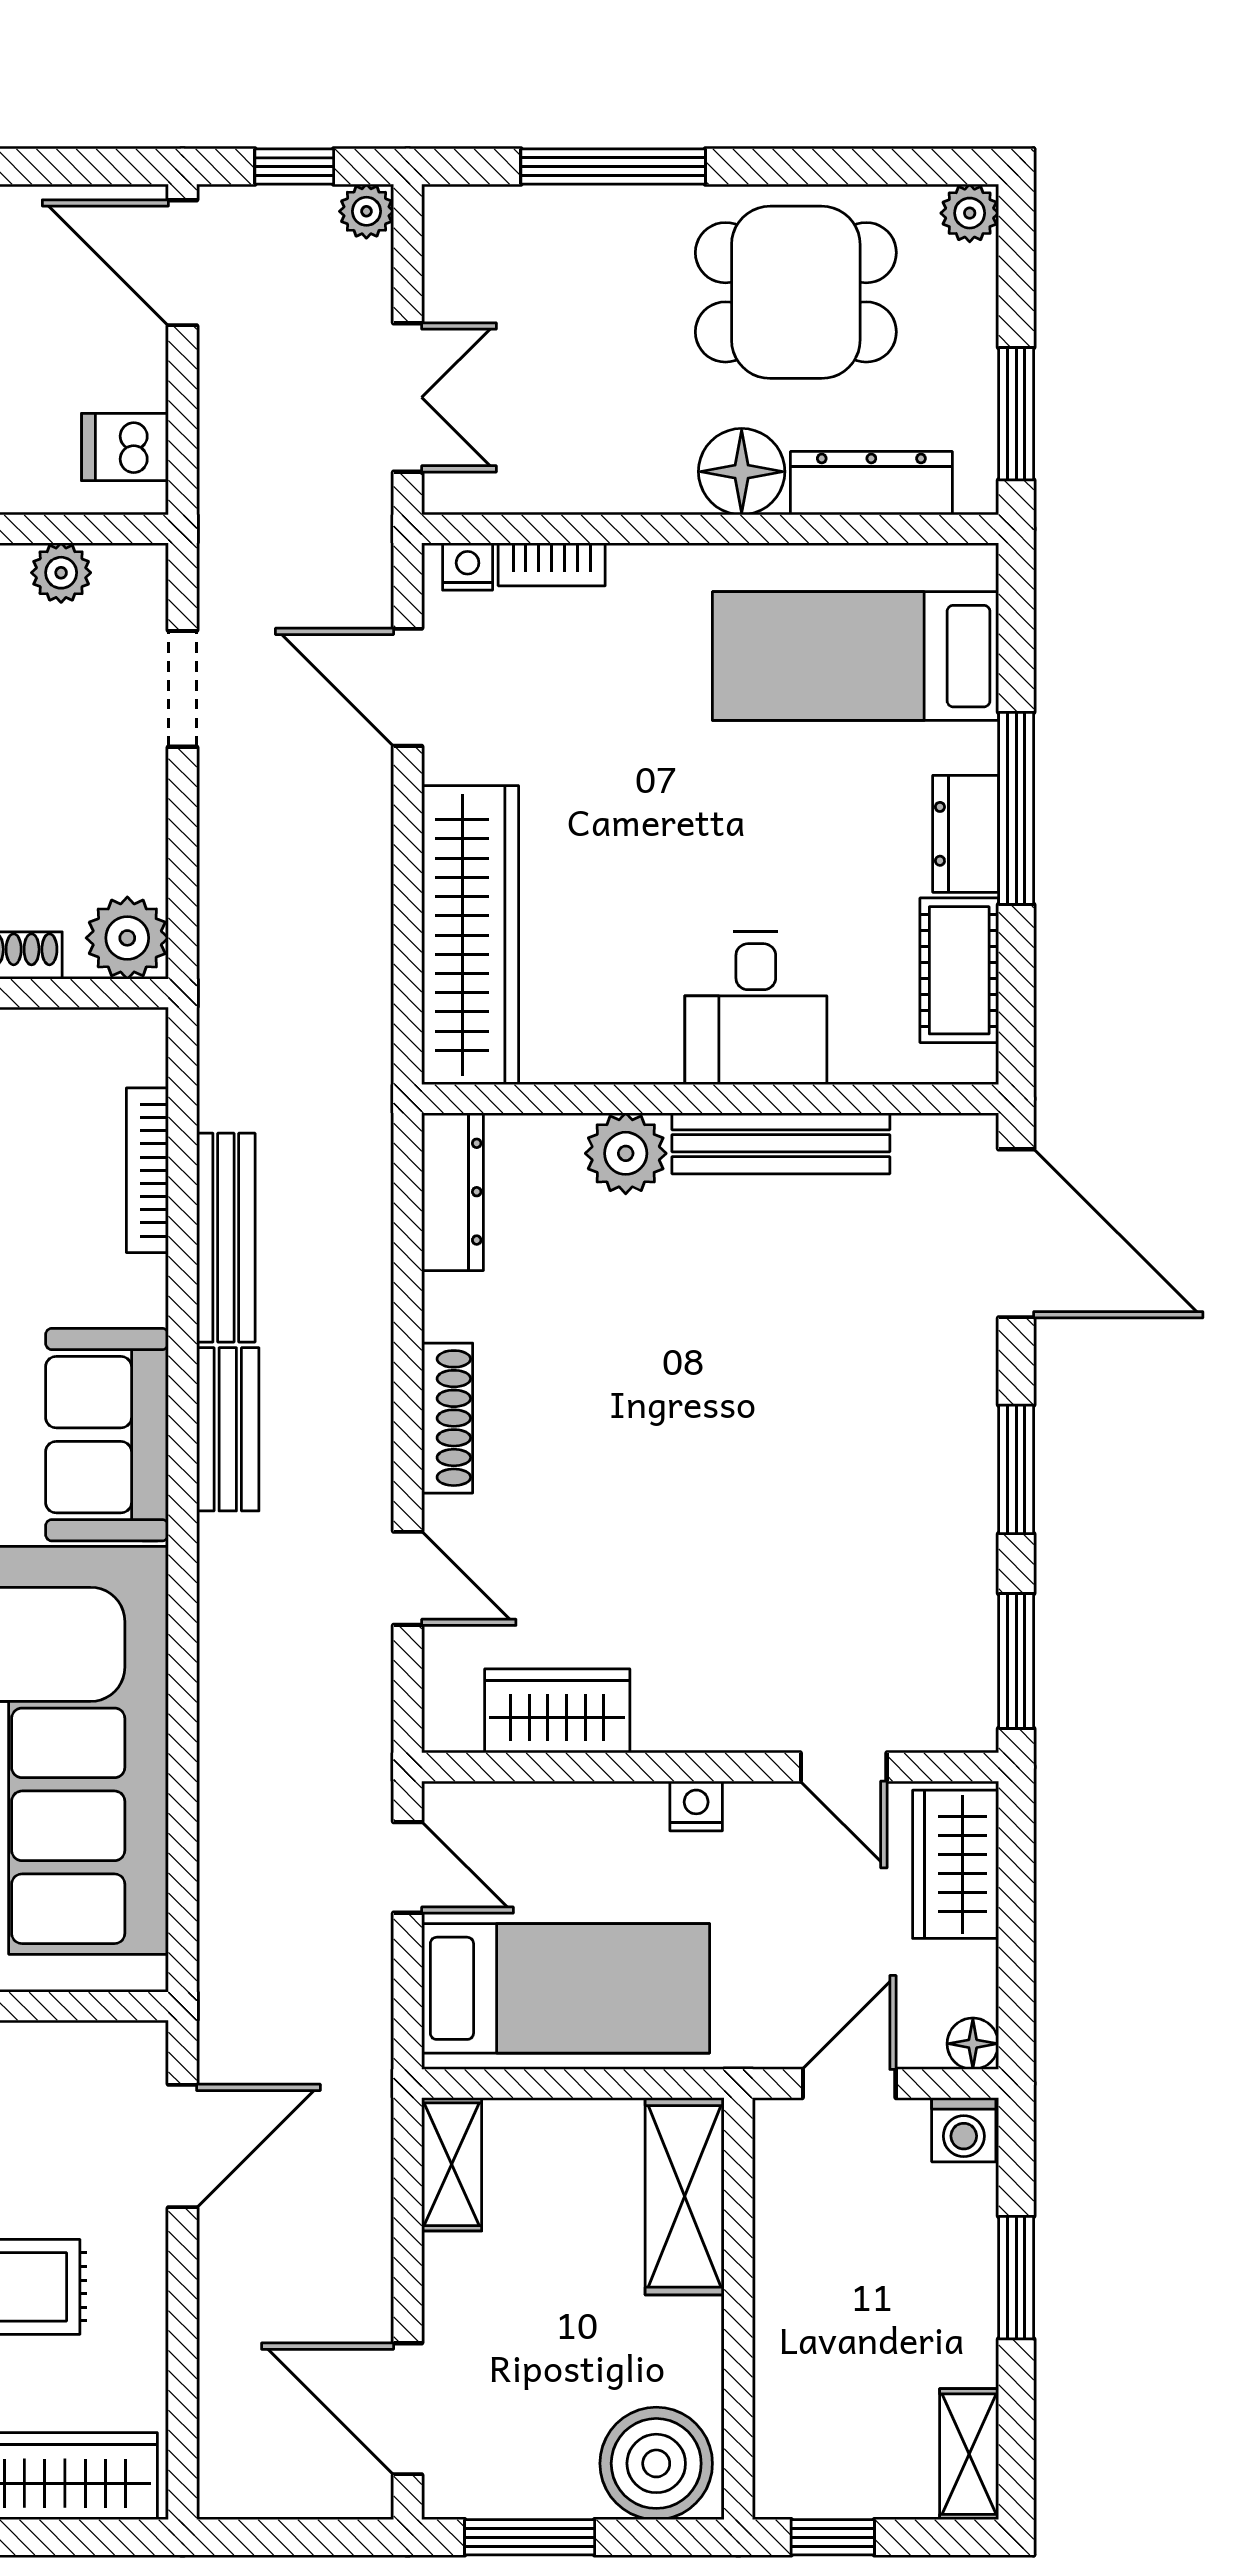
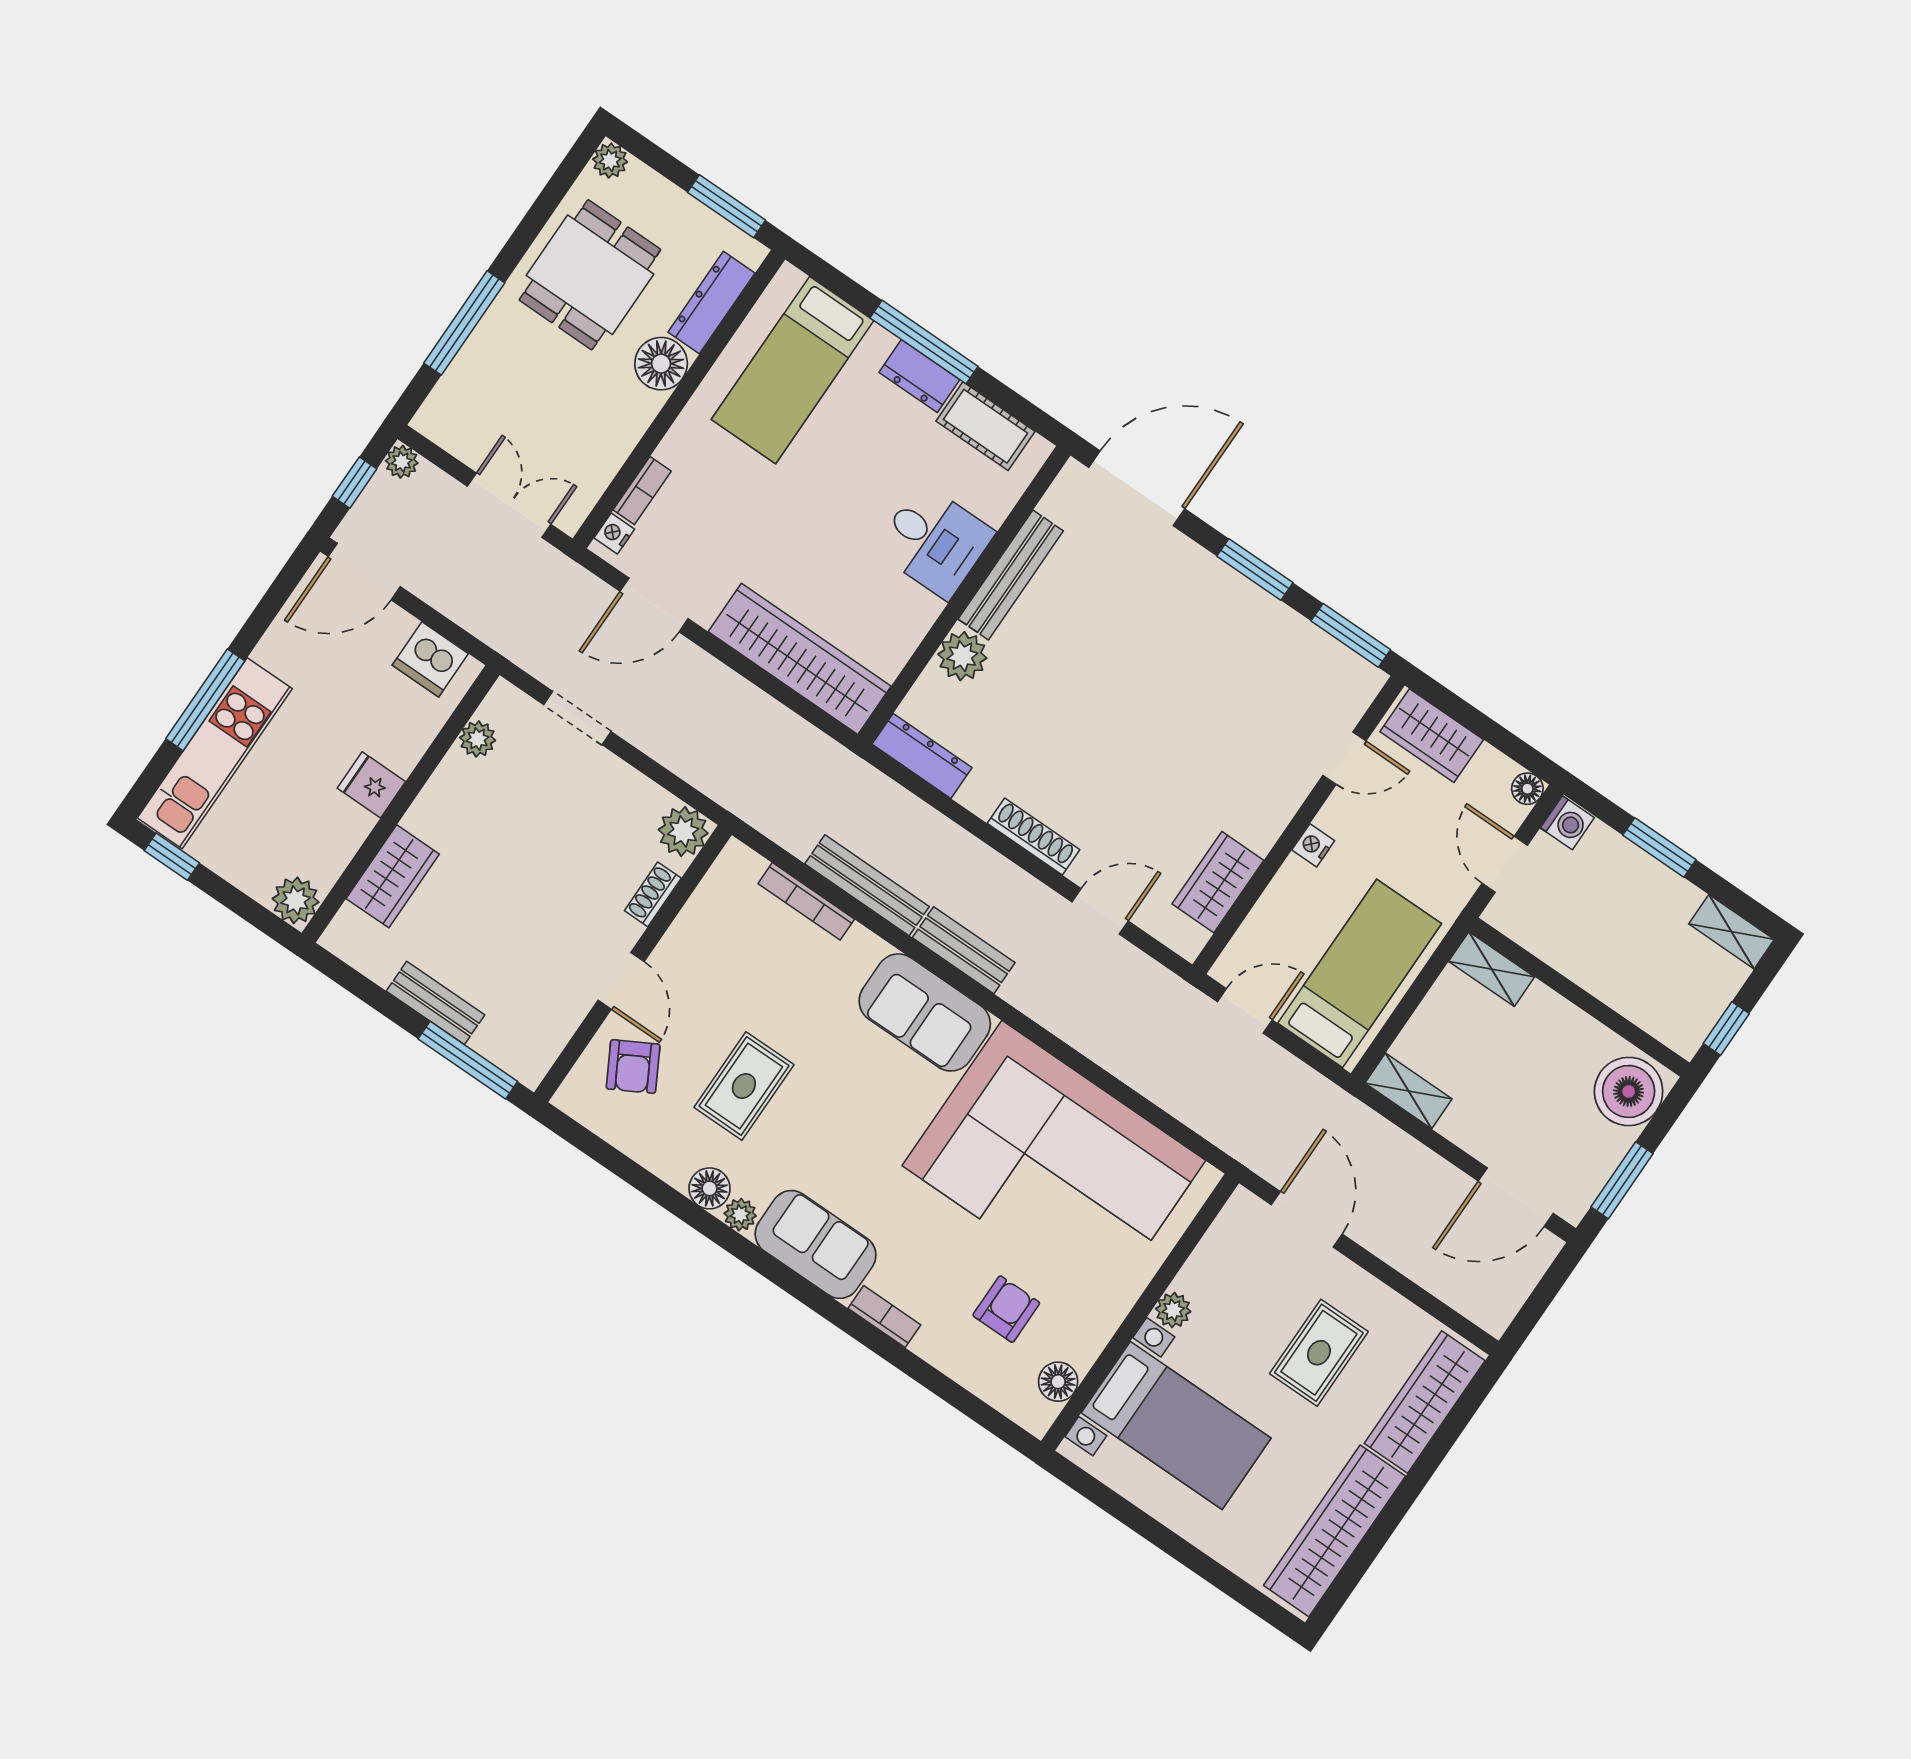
dishwasher: (125, 447) -> (430, 659), width x1.38
shelving: (685, 2196) -> (1492, 969), width x0.67, depth x0.75

